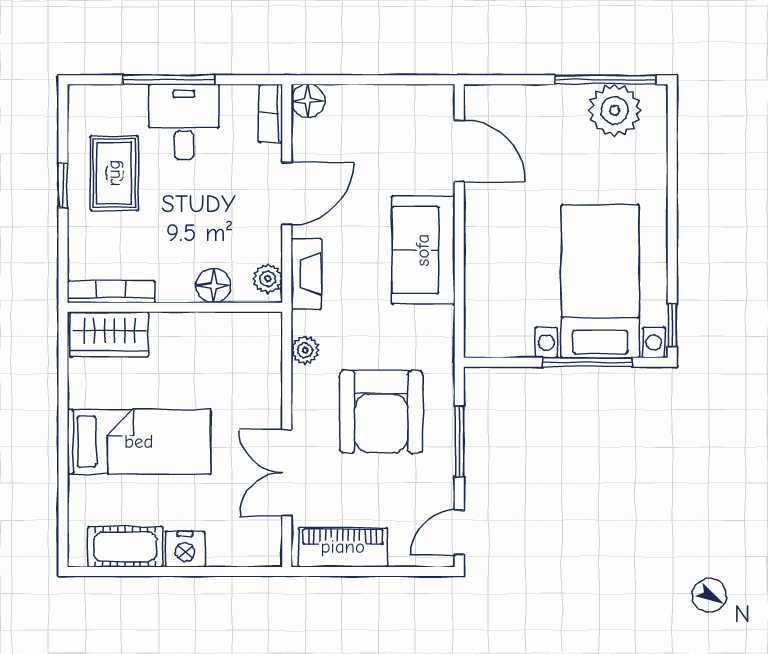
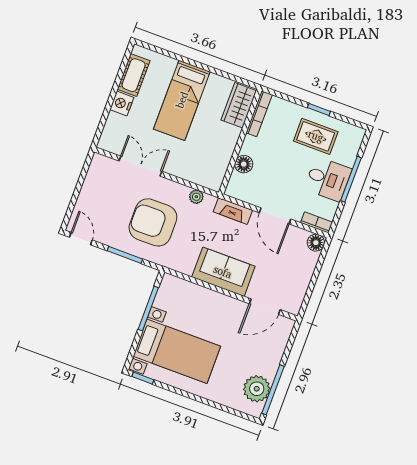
plant: (268, 279) -> (237, 192), removed
window: (587, 362) -> (148, 309), moved
piano: (343, 547) -> (95, 180), removed

